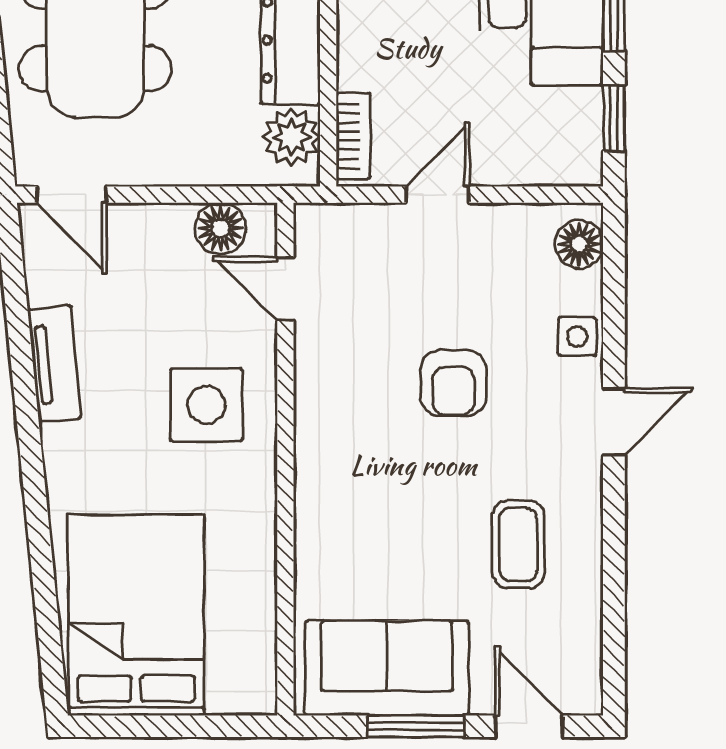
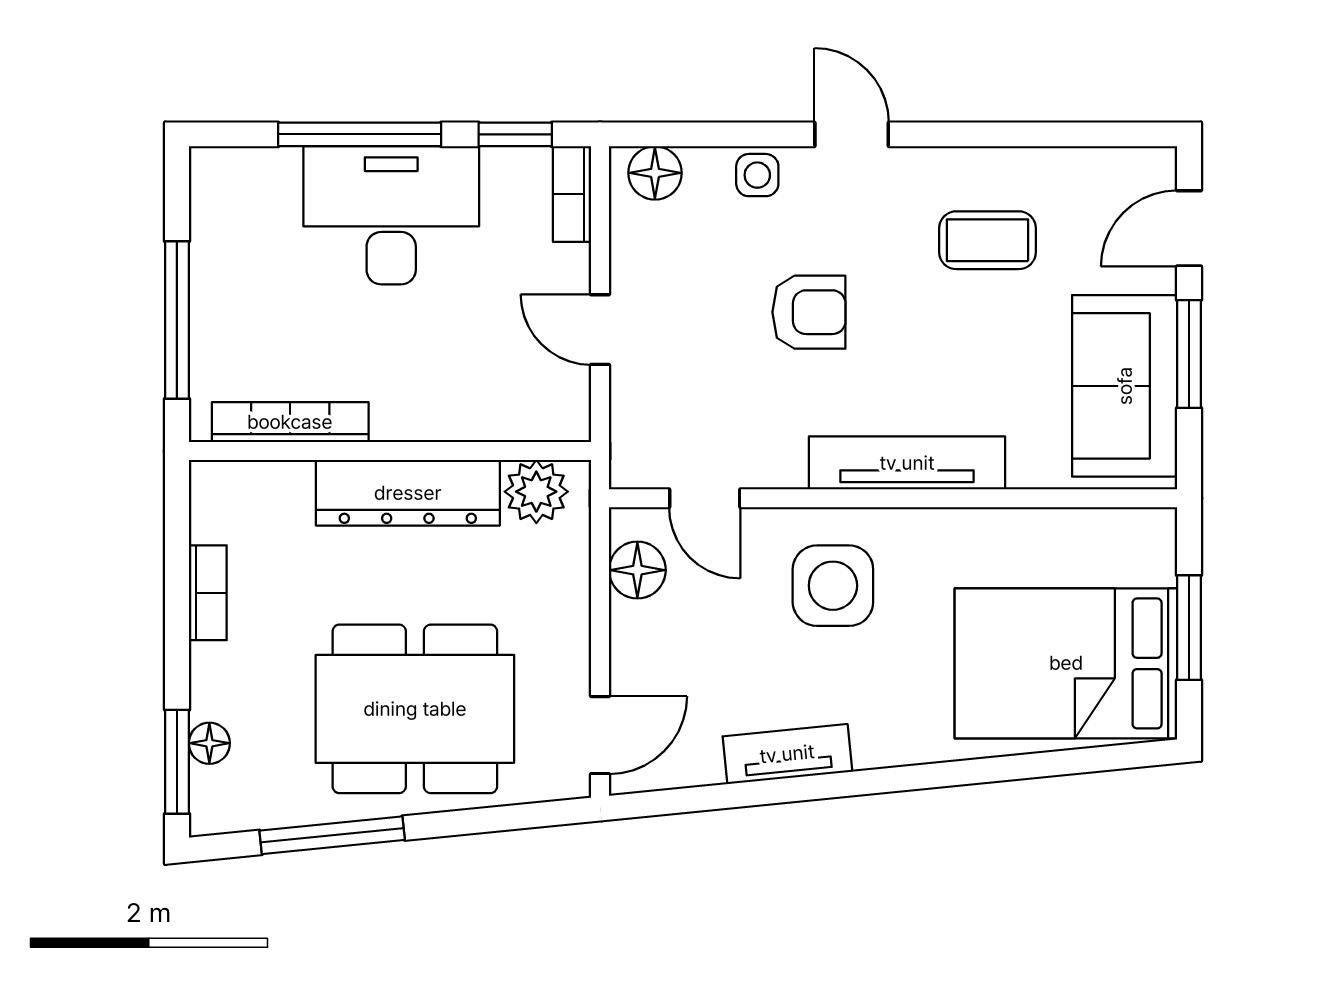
bookcase: (353, 136) -> (572, 194), moved, turned -90
door: (285, 289) -> (705, 498), hinge flipped
tv unit: (317, 472) -> (907, 463), added
window: (169, 726) -> (1189, 628), added

